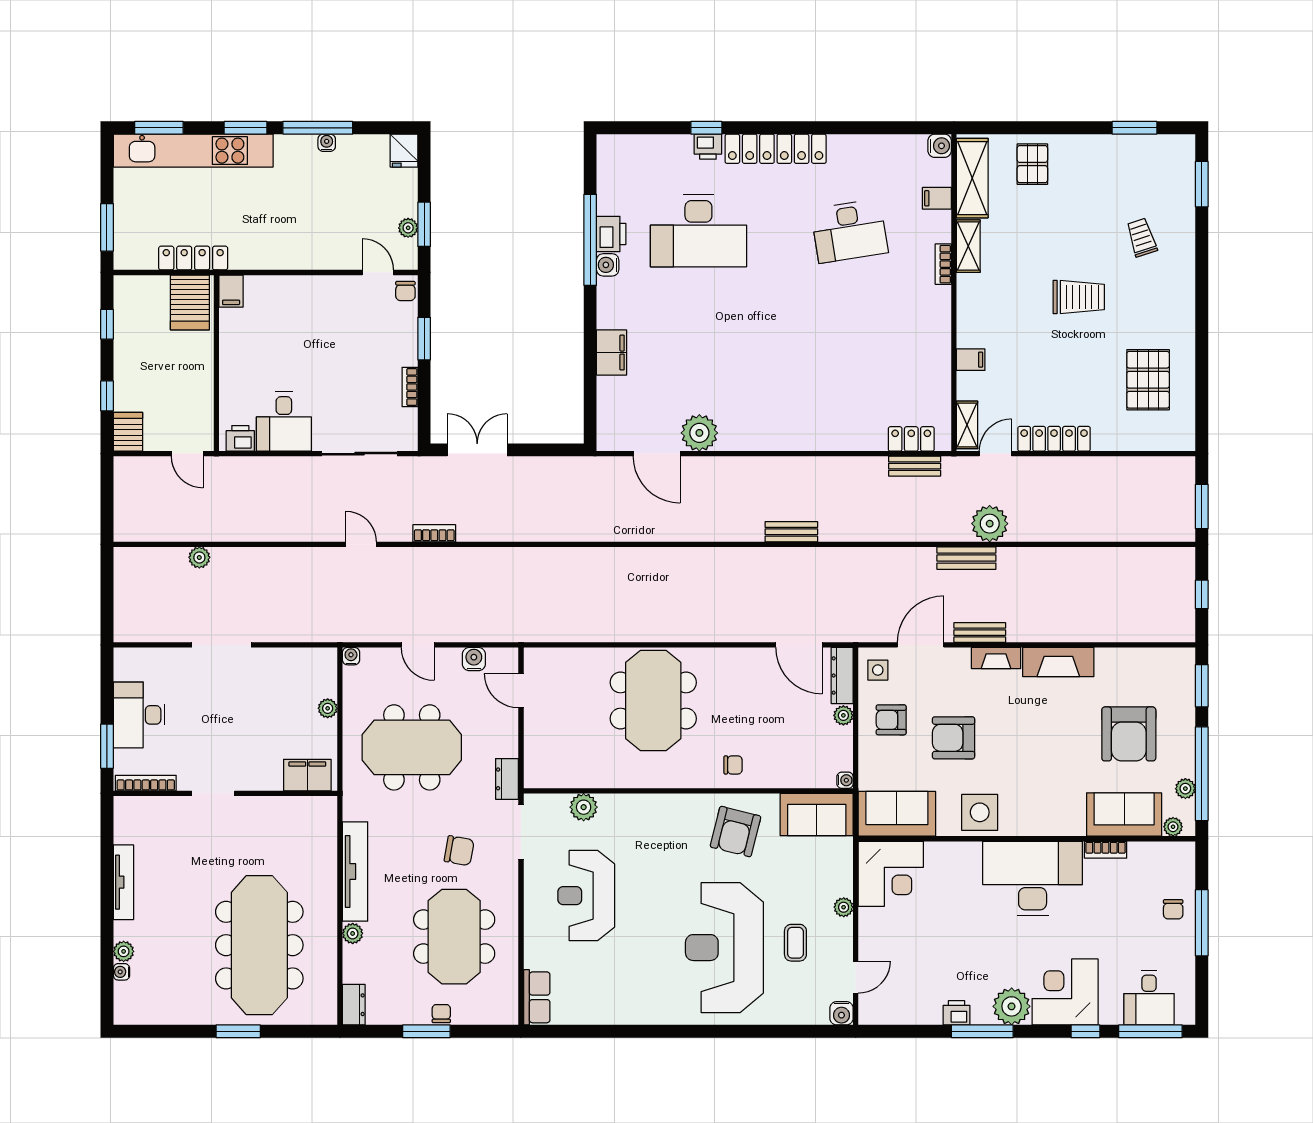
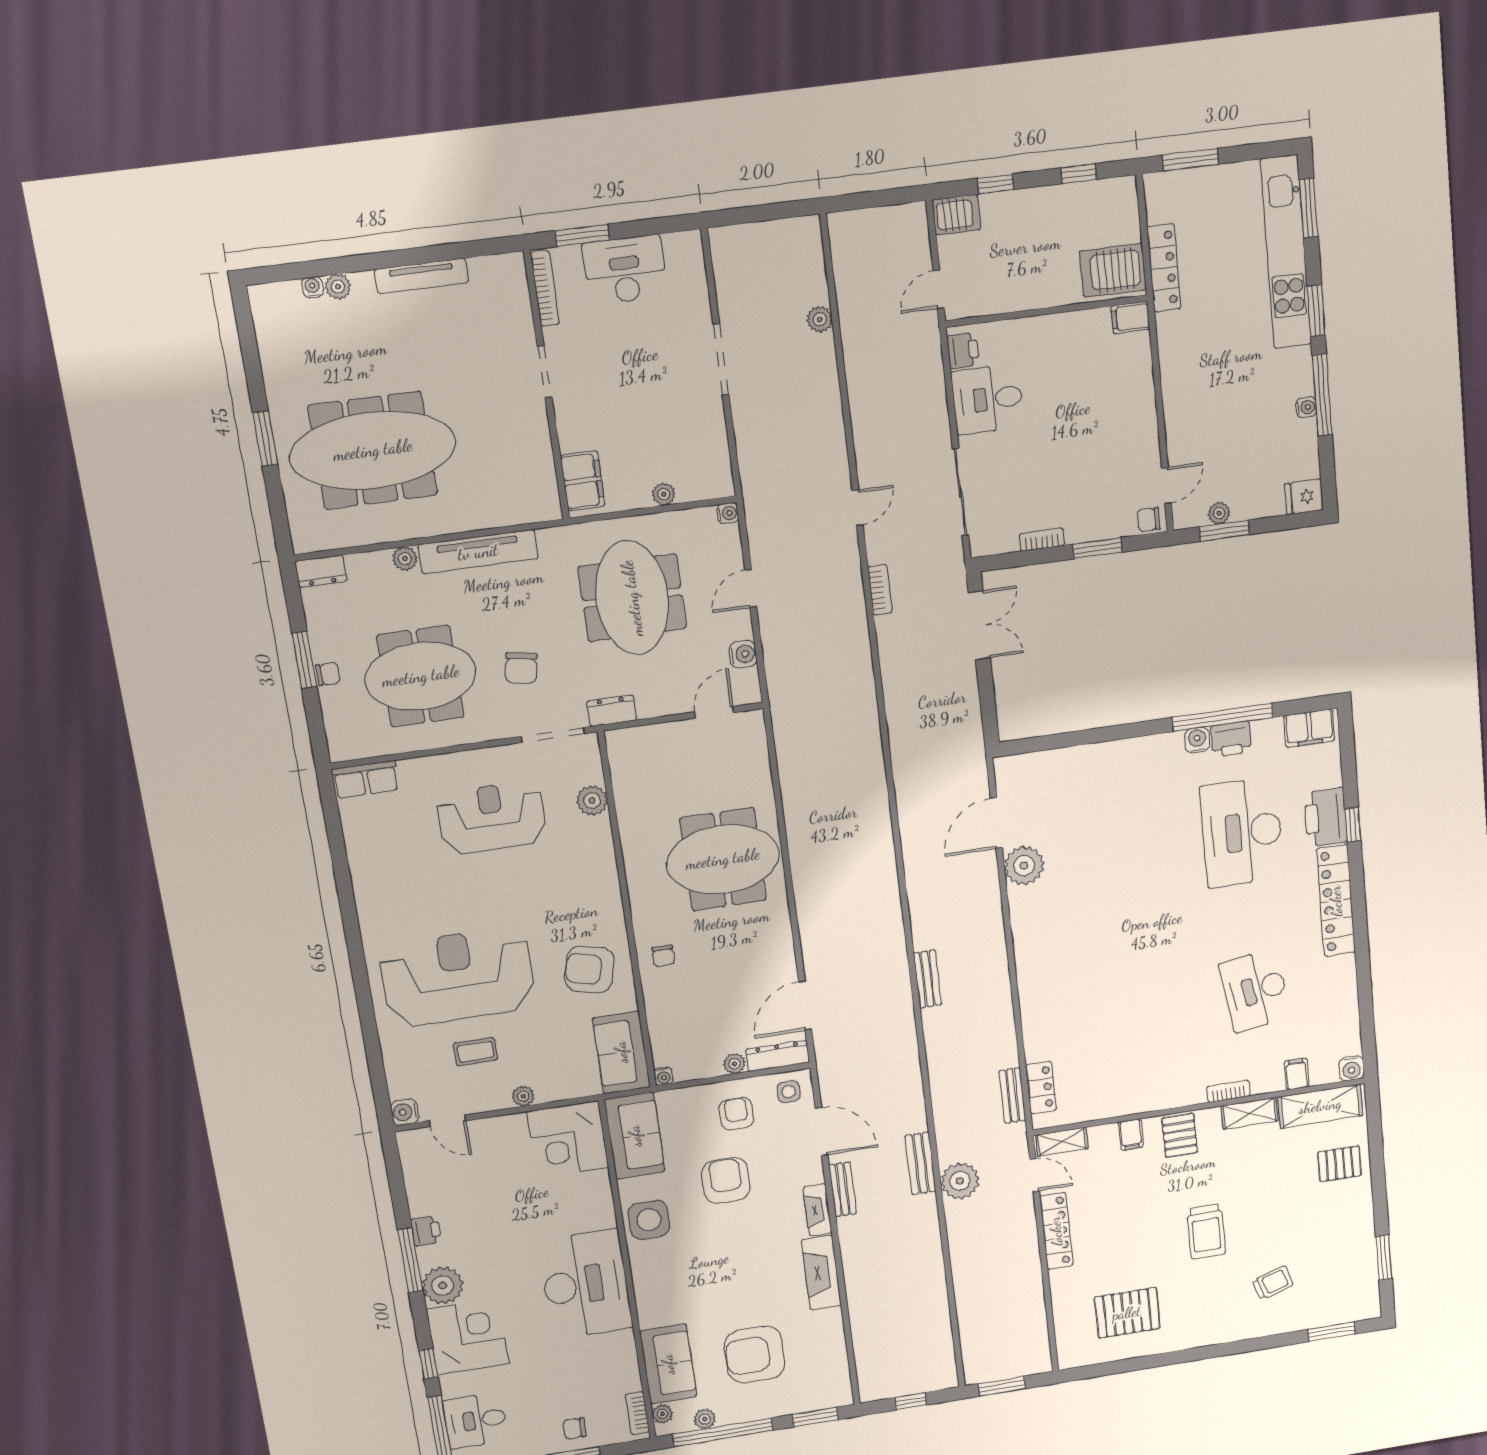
printer: (708, 147) -> (1326, 817), width x1.87, depth x1.48
pallet: (979, 314) -> (1180, 1135), added
filing cabinet: (612, 353) -> (1309, 728), moved
bookcase: (1106, 850) -> (637, 1413), moved

